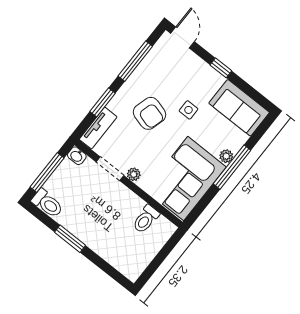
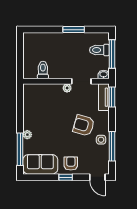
armchair: (201, 80) -> (71, 163), added
window: (103, 102) -> (112, 97), moved
side table: (189, 110) -> (101, 140), moved
window: (232, 167) -> (20, 149), moved
corner sofa: (186, 179) -> (39, 107), removed
toilet: (47, 203) -> (99, 50), moved

